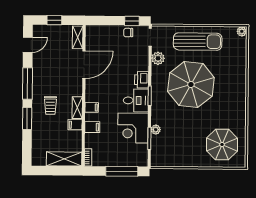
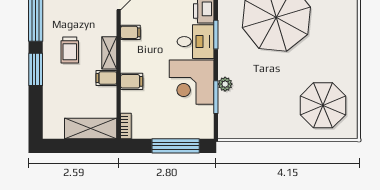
filing cabinet: (92, 107) -> (130, 32), moved

